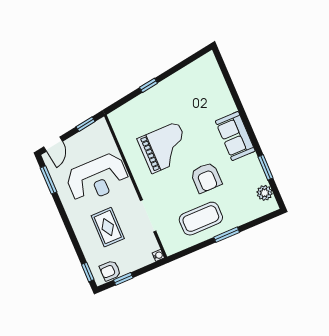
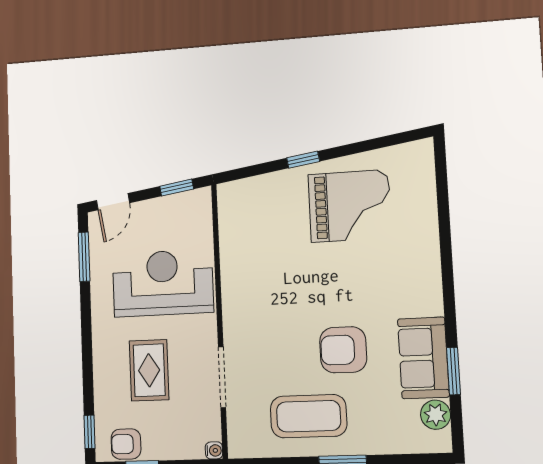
sofa: (235, 136) -> (423, 358), moved
grand piano: (165, 148) -> (350, 206), moved
reception desk: (97, 178) -> (163, 283), turned 180
armchair: (206, 178) -> (343, 350), turned 90

